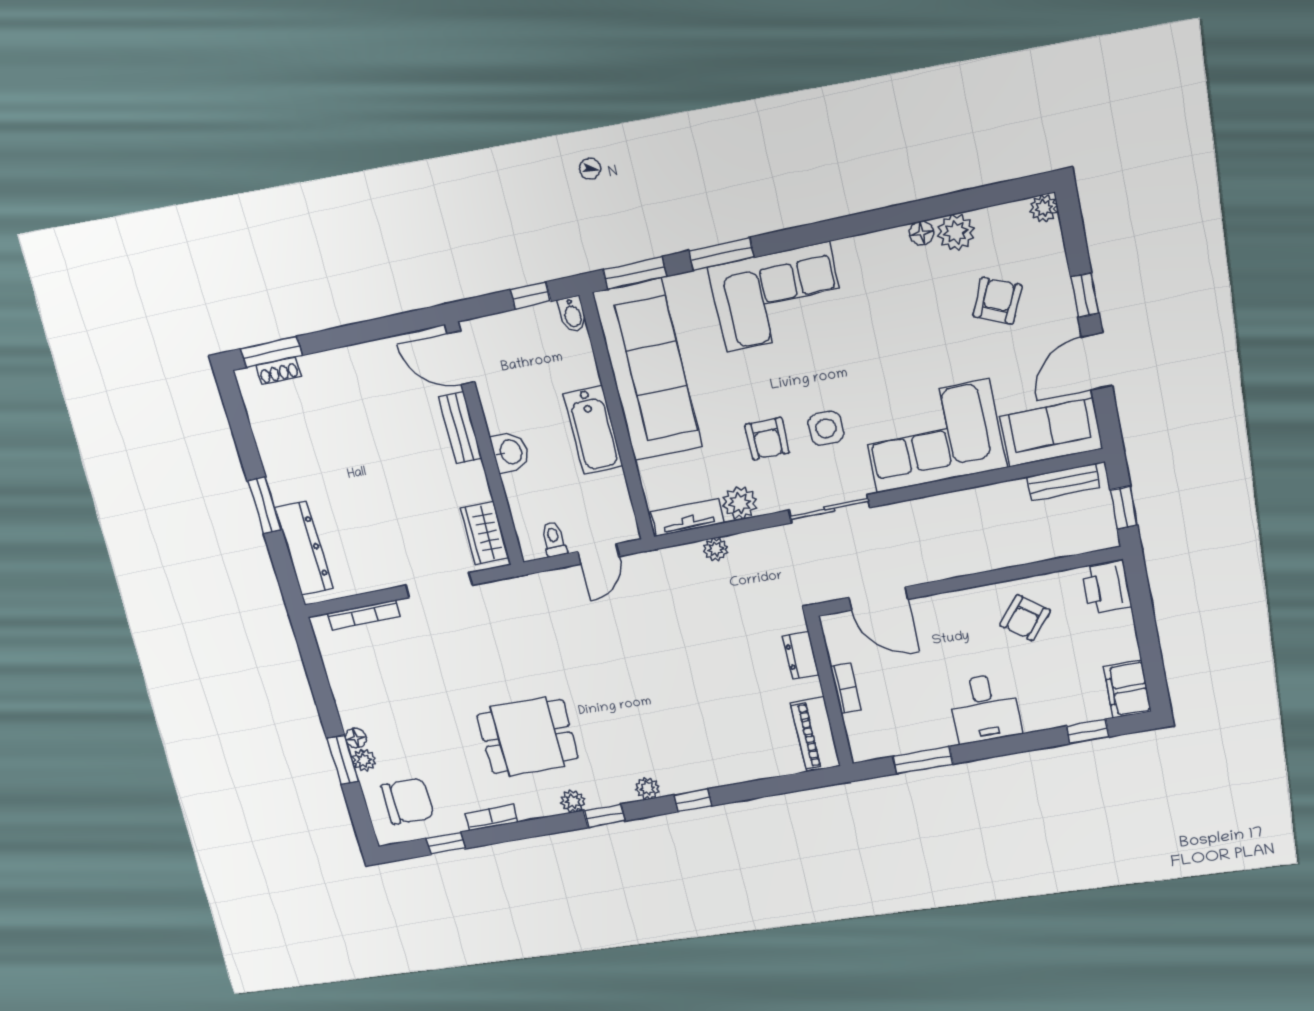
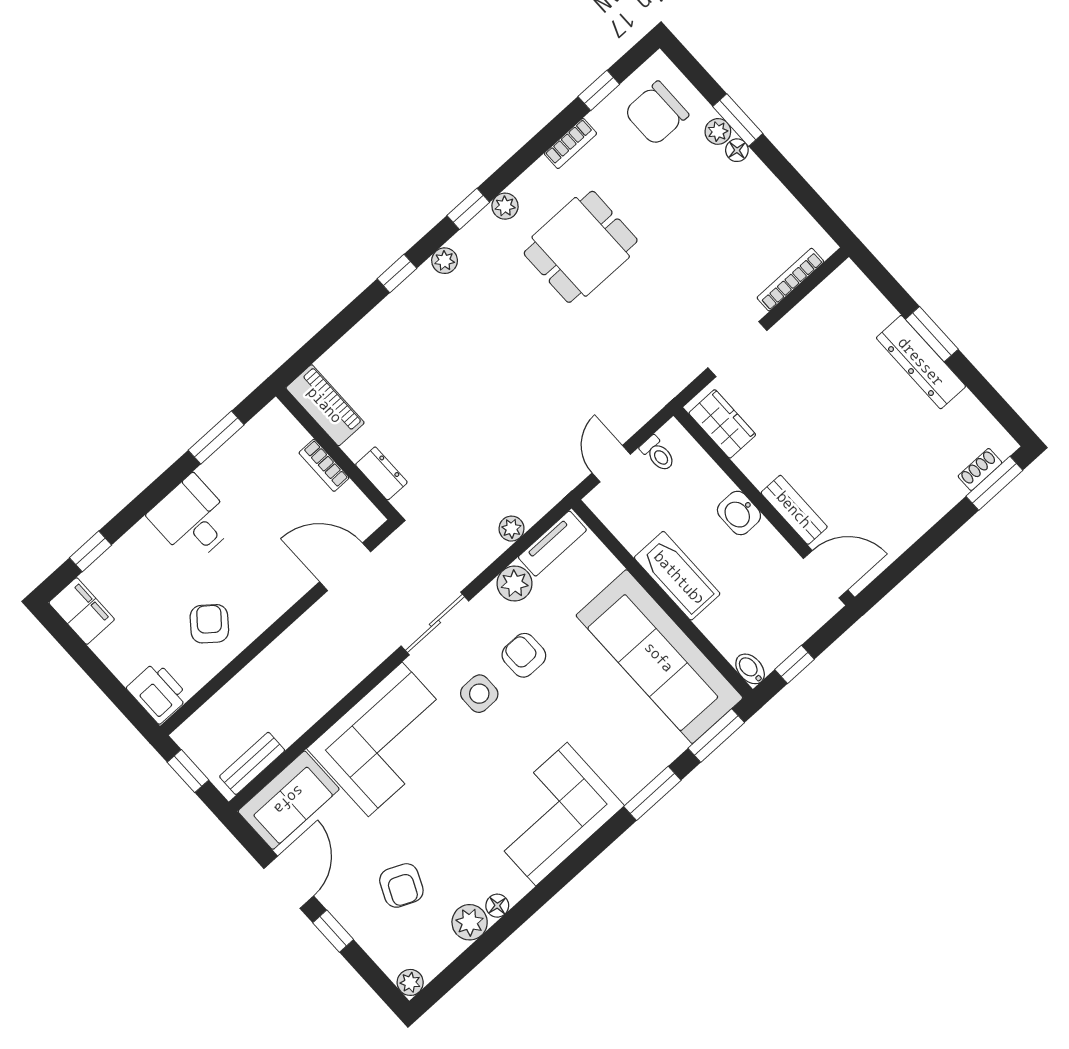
corner sofa: (777, 297) -> (552, 814), moved
dresser: (304, 549) -> (921, 362), moved

